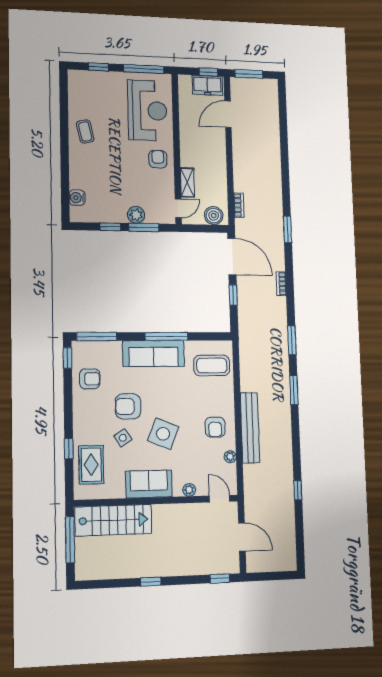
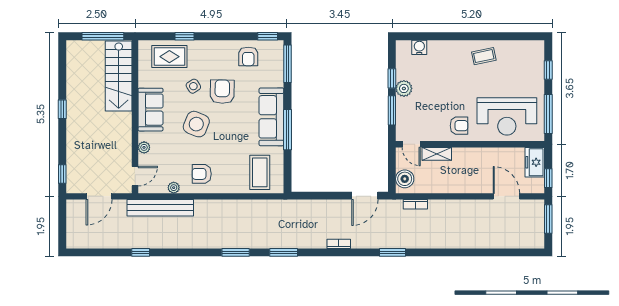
freezer: (207, 85) -> (535, 162), moved
plant: (136, 215) -> (404, 88), moved
door: (232, 257) -> (365, 196), width x0.73
window: (233, 295) -> (327, 196), removed
bench: (250, 428) -> (160, 208), moved

